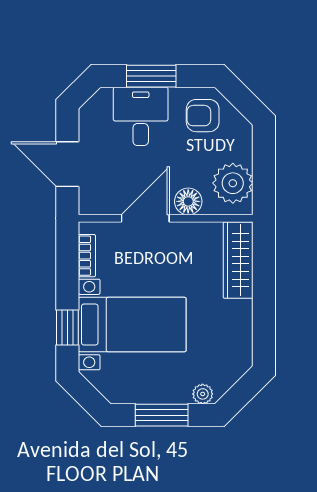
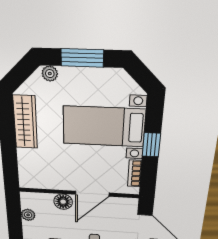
plant: (233, 183) -> (28, 215), width x0.53, depth x0.53
wardrobe: (238, 260) -> (25, 122), moved
window: (67, 327) -> (151, 145), moved

